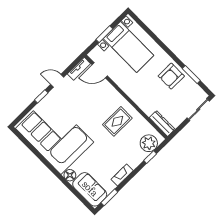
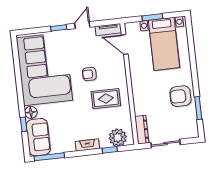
door: (57, 81) -> (82, 25), hinge flipped
sliding door: (198, 109) -> (166, 144), moved
armchair: (91, 113) -> (89, 74), added
fireplace: (122, 175) -> (87, 145), moved
window: (71, 188) -> (24, 124), added
window: (109, 197) -> (49, 157), width x1.44

